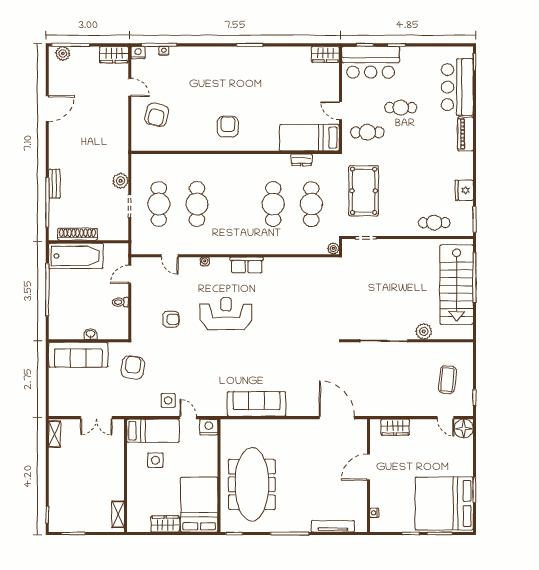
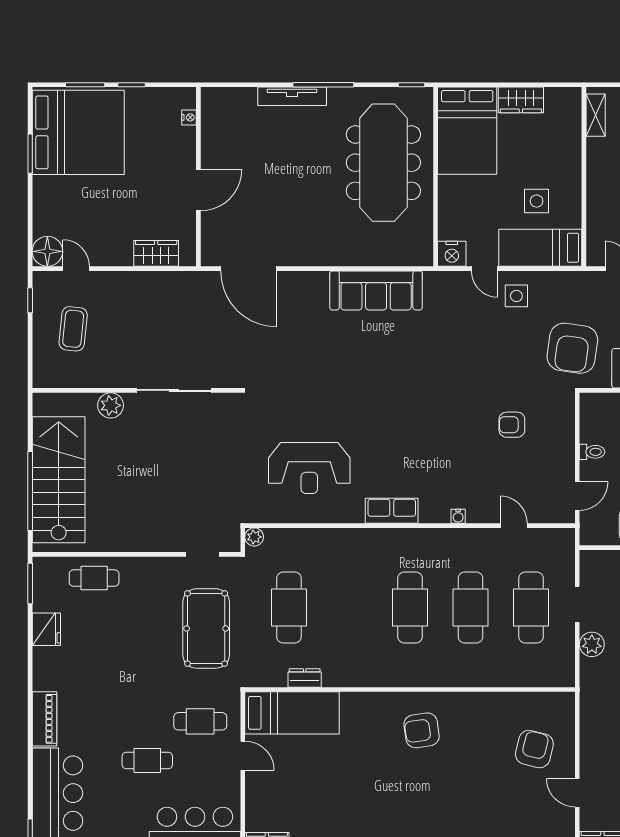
armchair: (228, 127) -> (422, 730), turned 82
cafe table: (273, 204) -> (410, 608), moved
reception desk: (226, 314) -> (309, 468), moved
armchair: (133, 367) -> (572, 348), width x1.36, depth x1.36
tv unit: (333, 526) -> (292, 96), moved

